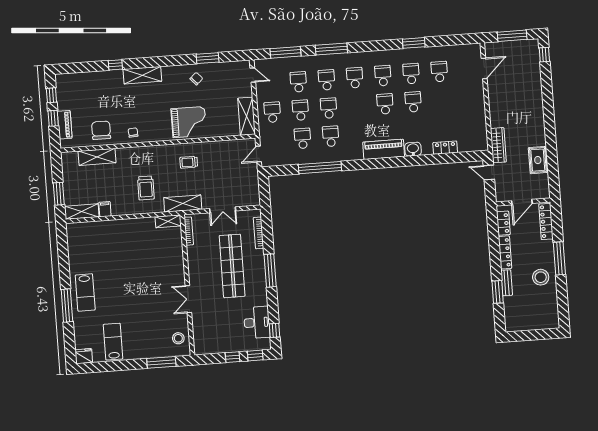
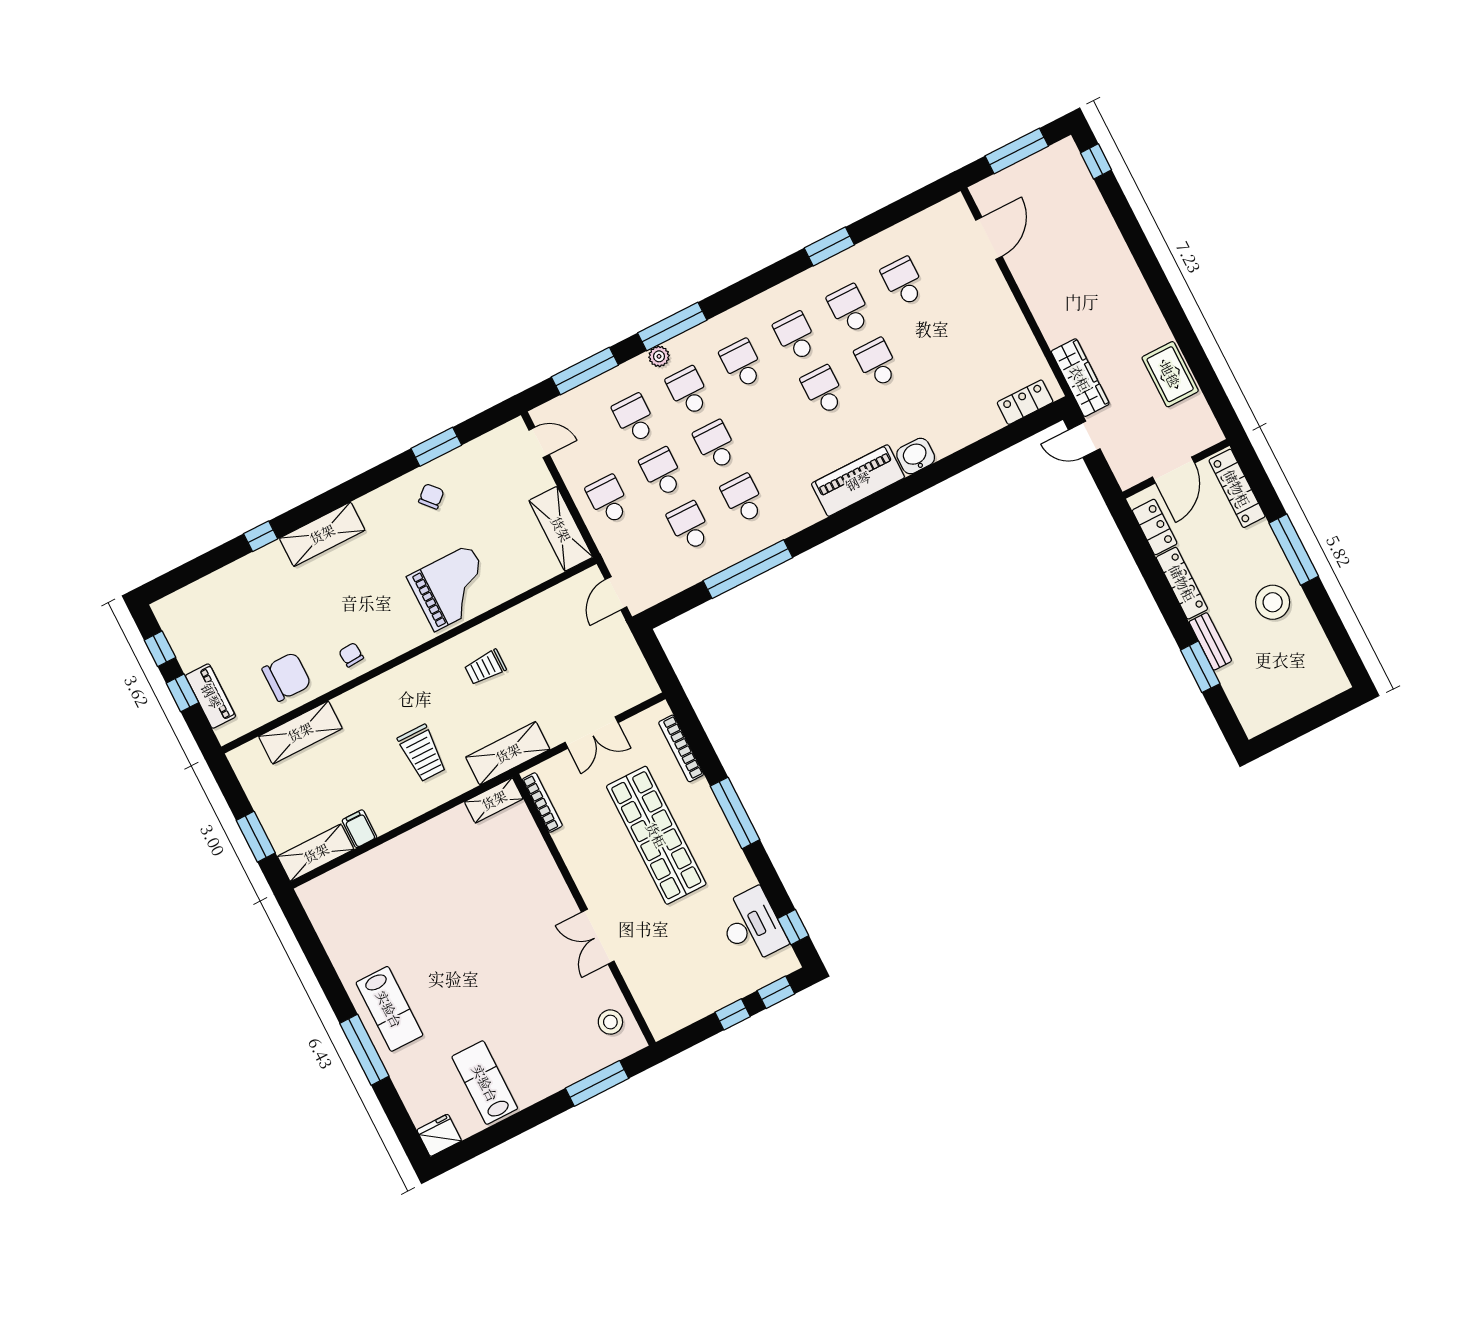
plant: (320, 60) -> (659, 356), added
chair: (101, 130) -> (287, 677), turned 90
locker: (445, 148) -> (1025, 402), moved

